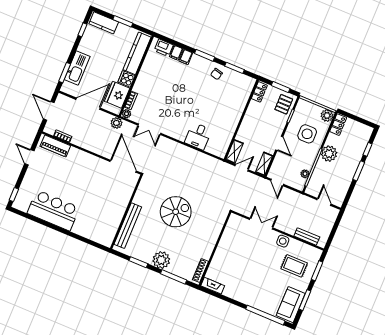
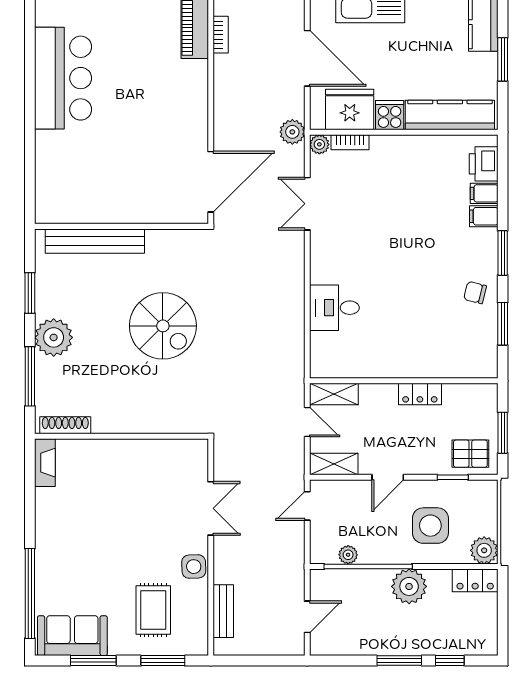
locker: (259, 92) -> (420, 394), moved

